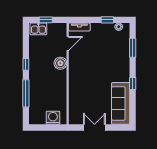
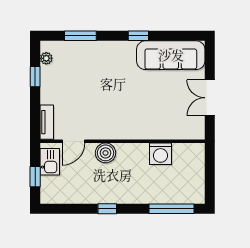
kitchen sink: (38, 29) -> (50, 162), moved
door: (68, 43) -> (74, 141), swing flipped
window: (26, 93) -> (171, 209), moved
washing machine: (53, 118) -> (160, 154), moved, turned -90

